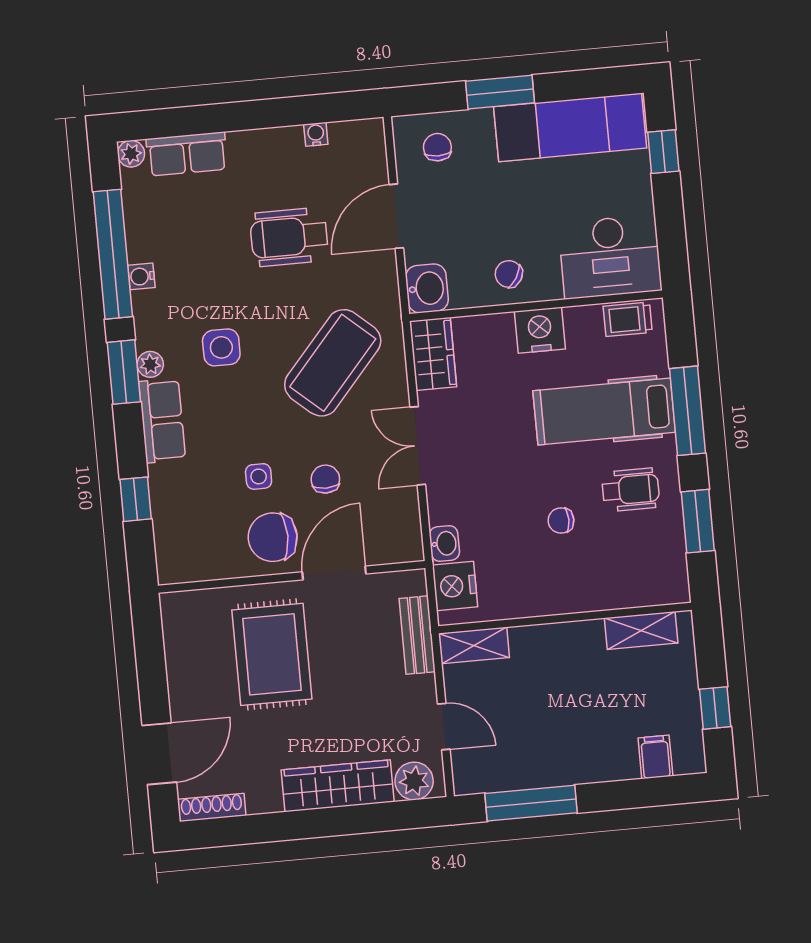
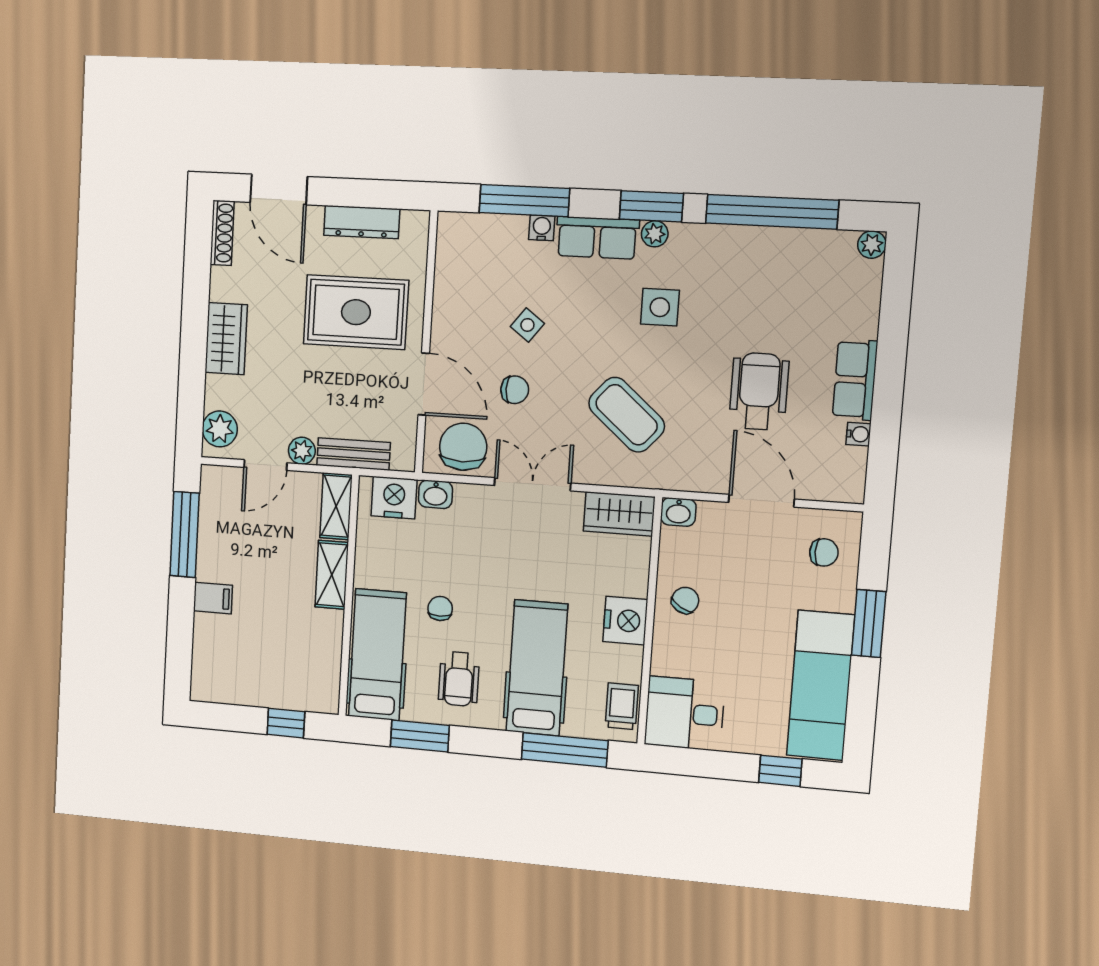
row of seats: (187, 154) -> (855, 380), moved
desk: (610, 257) -> (685, 713), width x0.73
water cooler: (141, 276) -> (542, 228), moved
washbasin: (427, 288) -> (678, 512), width x0.72, depth x0.69
coffee table: (333, 363) -> (627, 415), width x0.73, depth x0.76
window: (687, 411) -> (565, 750), moved
side table: (259, 476) -> (527, 325), turned 37
window: (136, 499) -> (524, 201), width x2.17
chair: (273, 537) -> (463, 447), moved
hospital bed: (621, 579) -> (377, 655), added
shelving: (641, 630) -> (332, 575), moved
dresser: (180, 662) -> (362, 222), added
plant: (423, 690) -> (302, 451), added
window: (715, 708) -> (286, 723), moved
filing cabinet: (655, 757) -> (213, 598), moved
wardrobe: (338, 786) -> (226, 339), width x0.67

